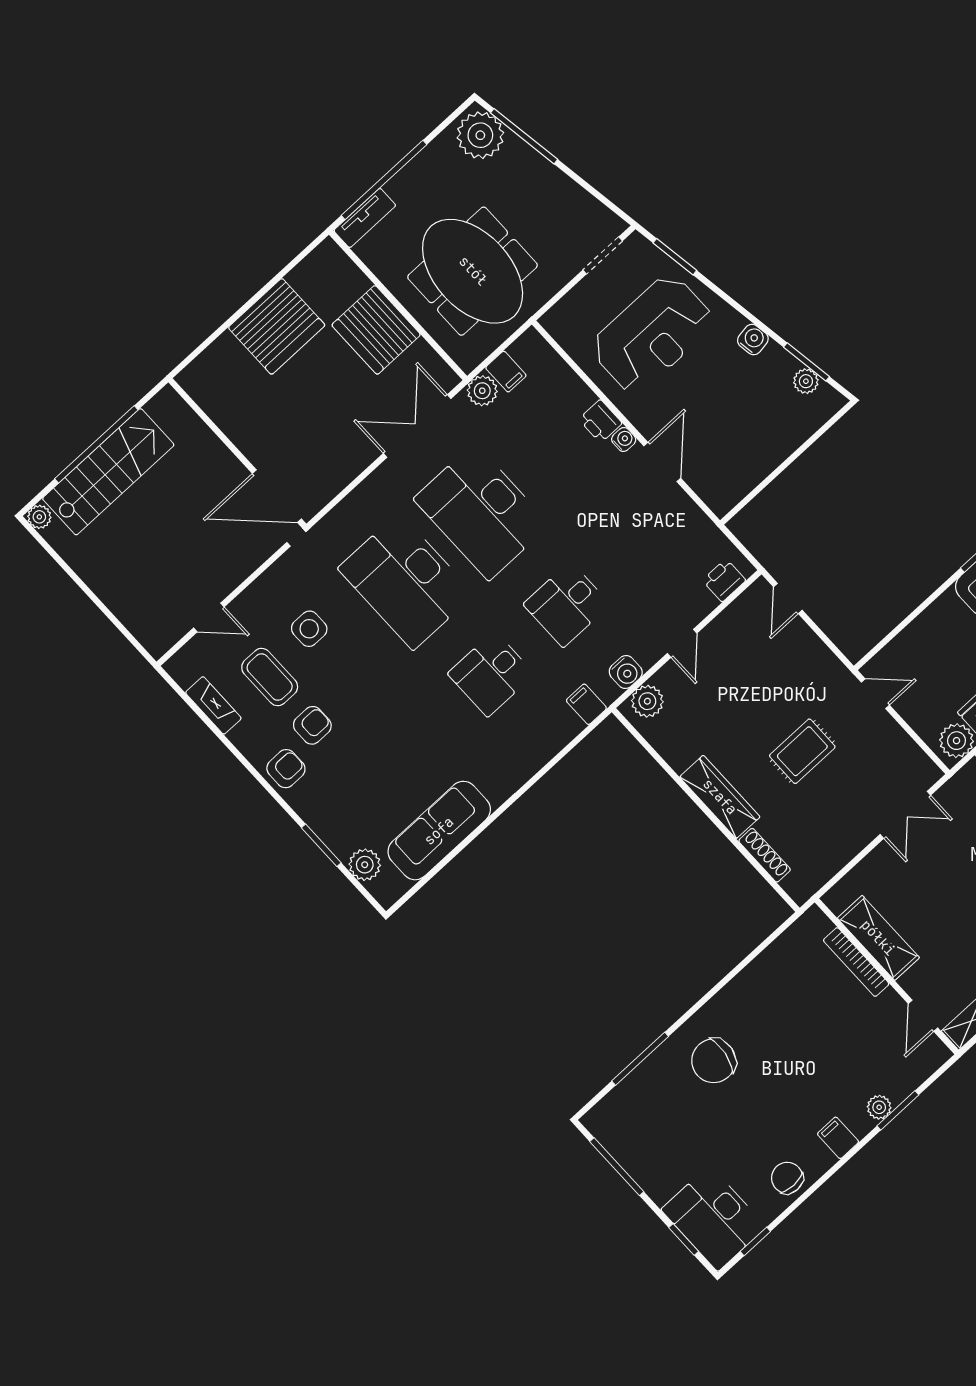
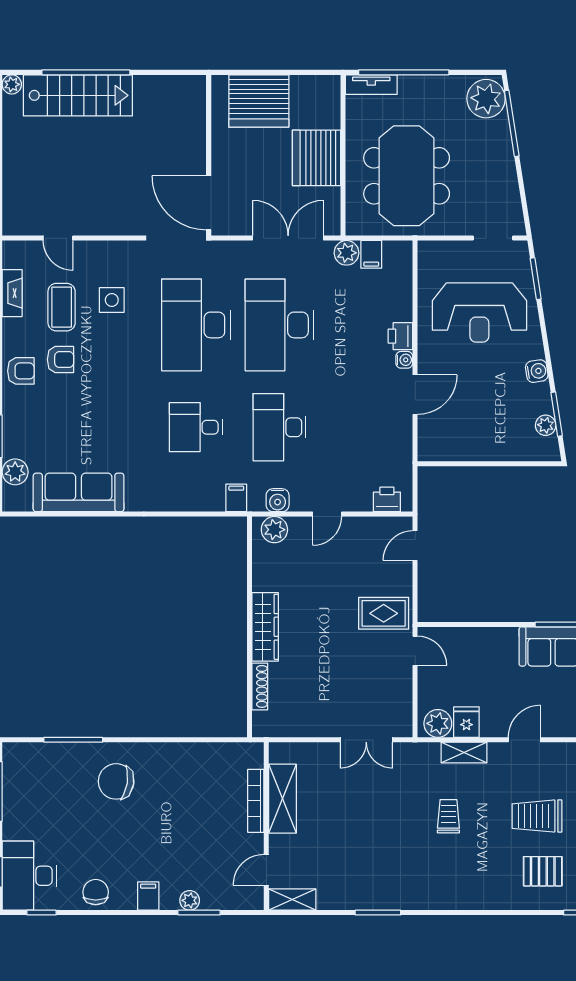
wall: (237, 453) -> (209, 155), moved
door: (277, 496) -> (209, 203), moved
desk: (567, 604) -> (279, 427), width x1.37
rug: (802, 751) -> (384, 613), moved

